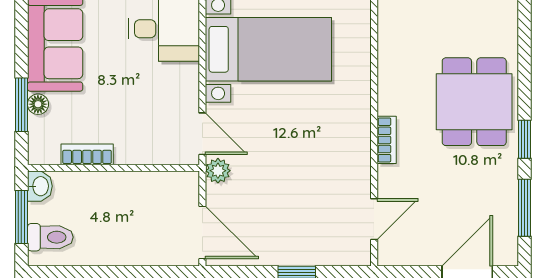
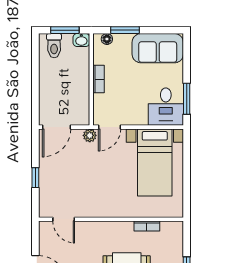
floor lamp: (38, 104) -> (107, 39), moved
bookcase: (387, 140) -> (147, 226), moved
bookcase: (87, 154) -> (98, 79), moved

